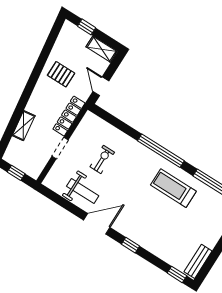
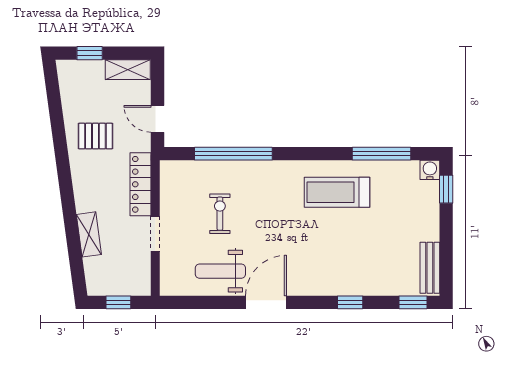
window: (161, 151) -> (233, 154), moved
weight bench: (83, 191) -> (220, 271), turned 180
window: (131, 245) -> (350, 302), moved

